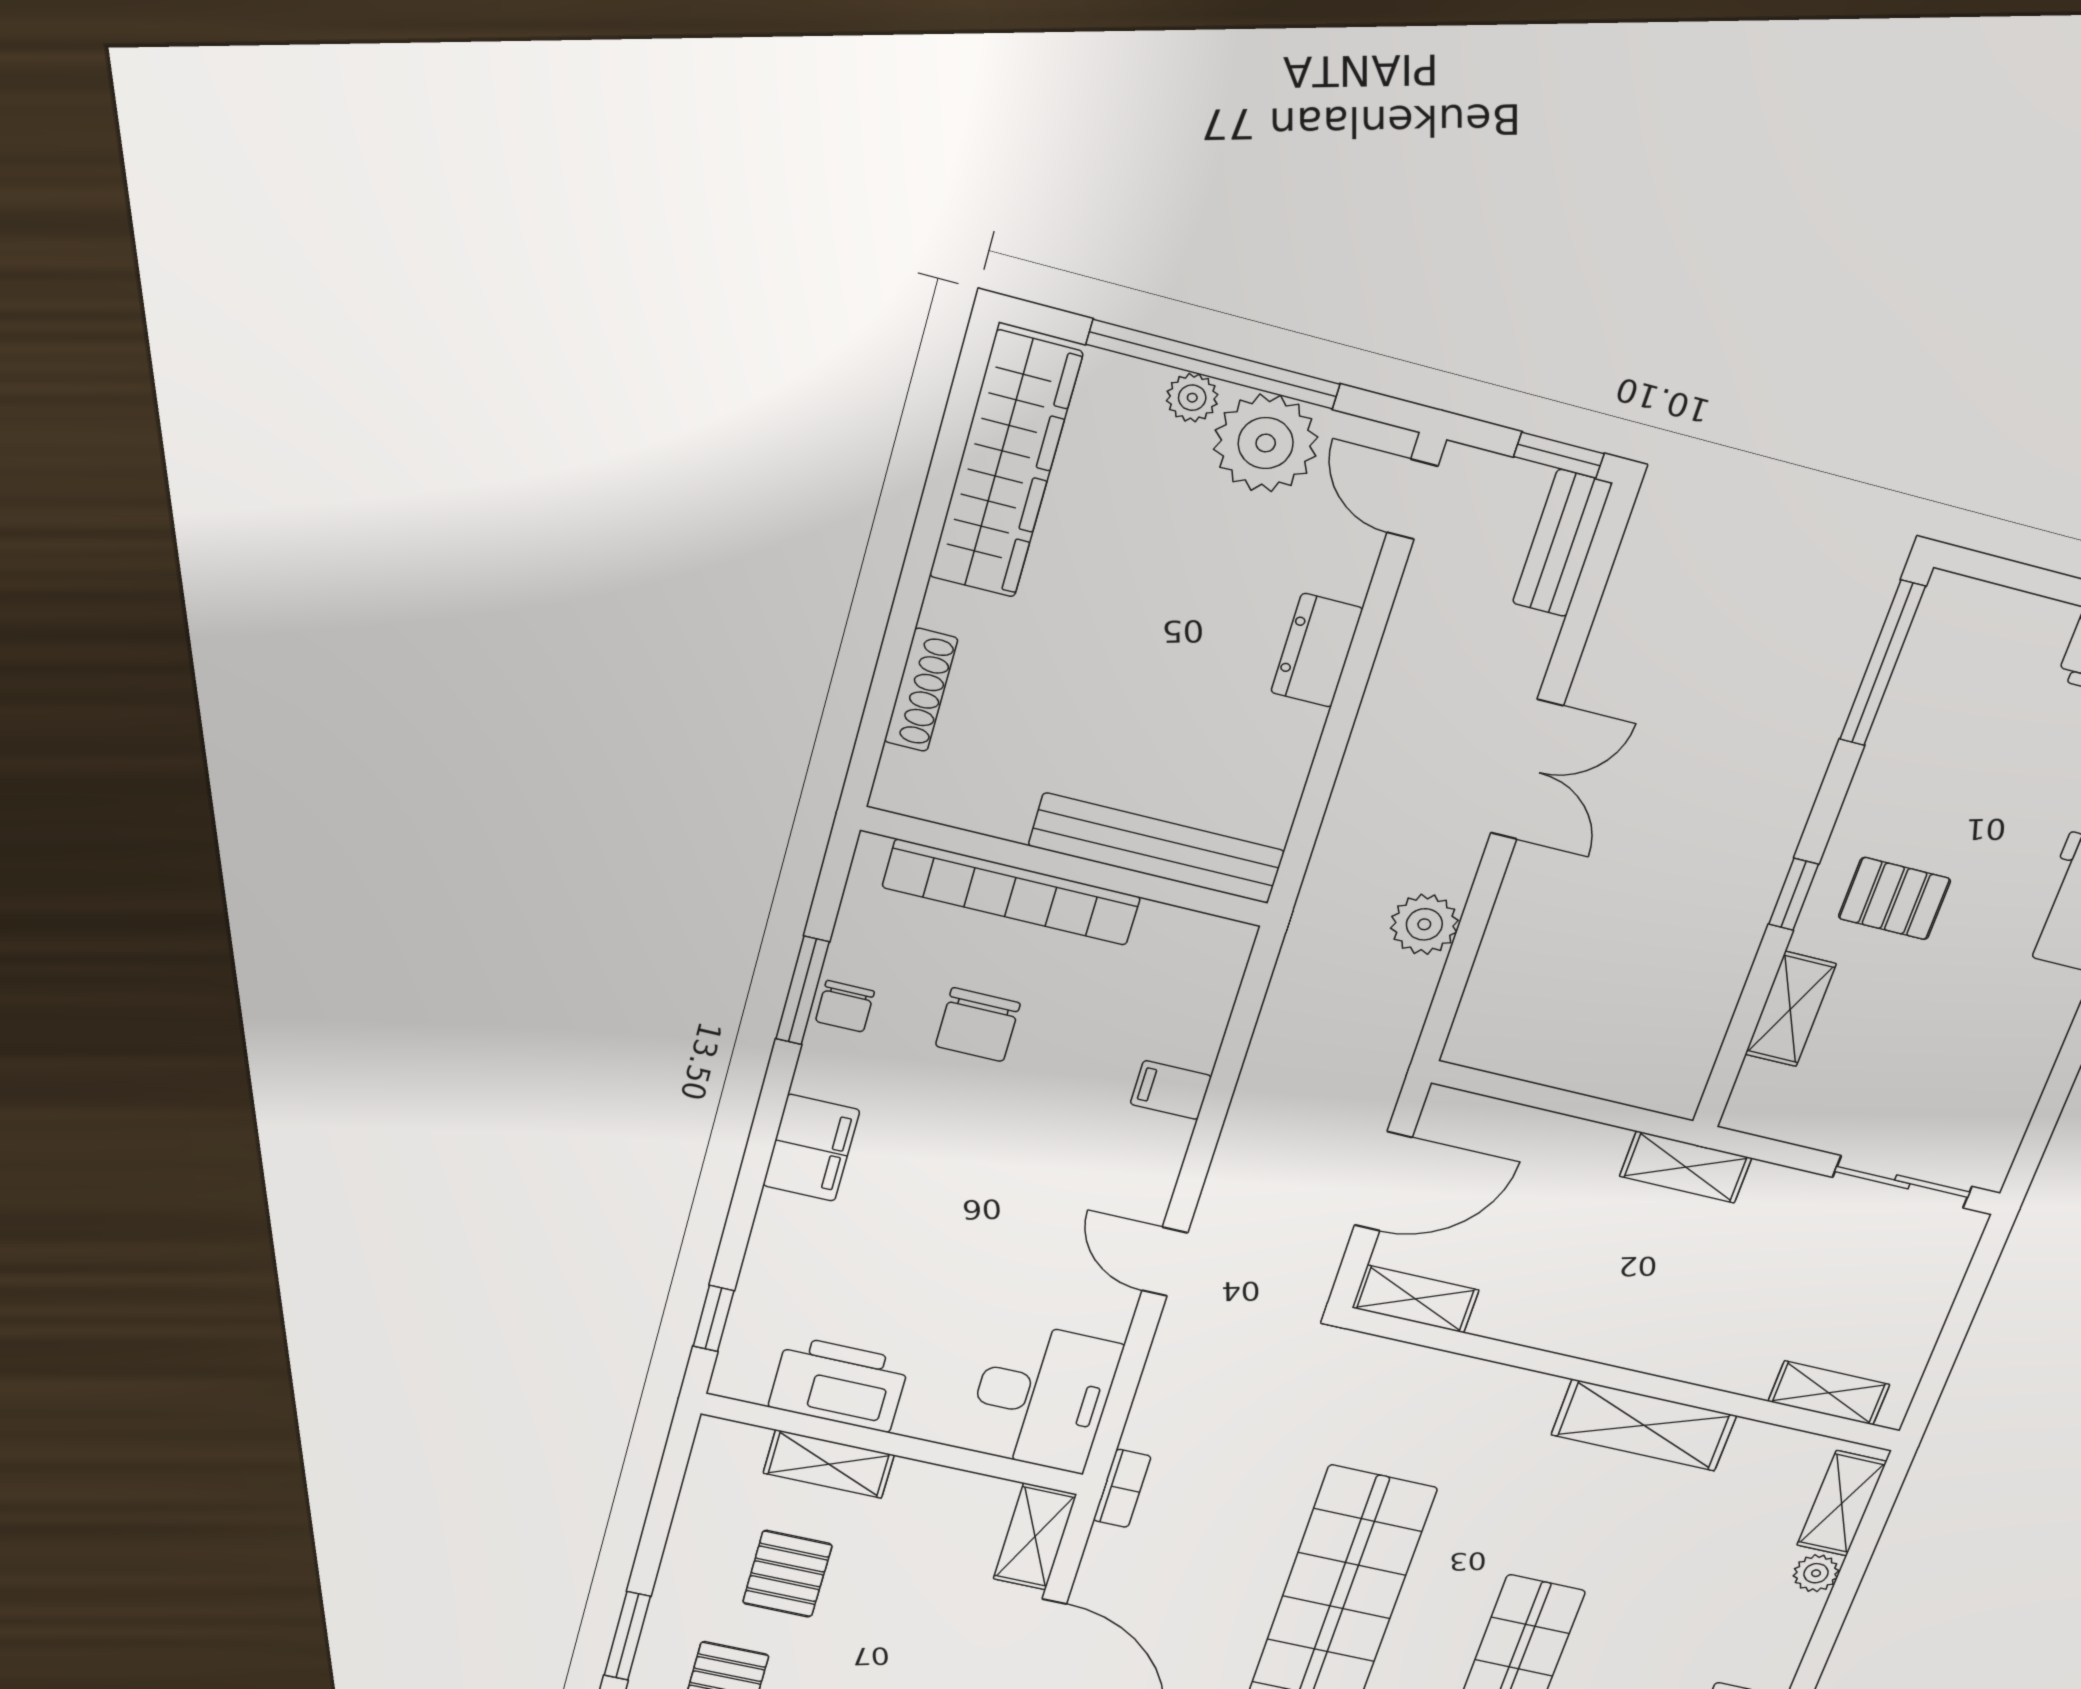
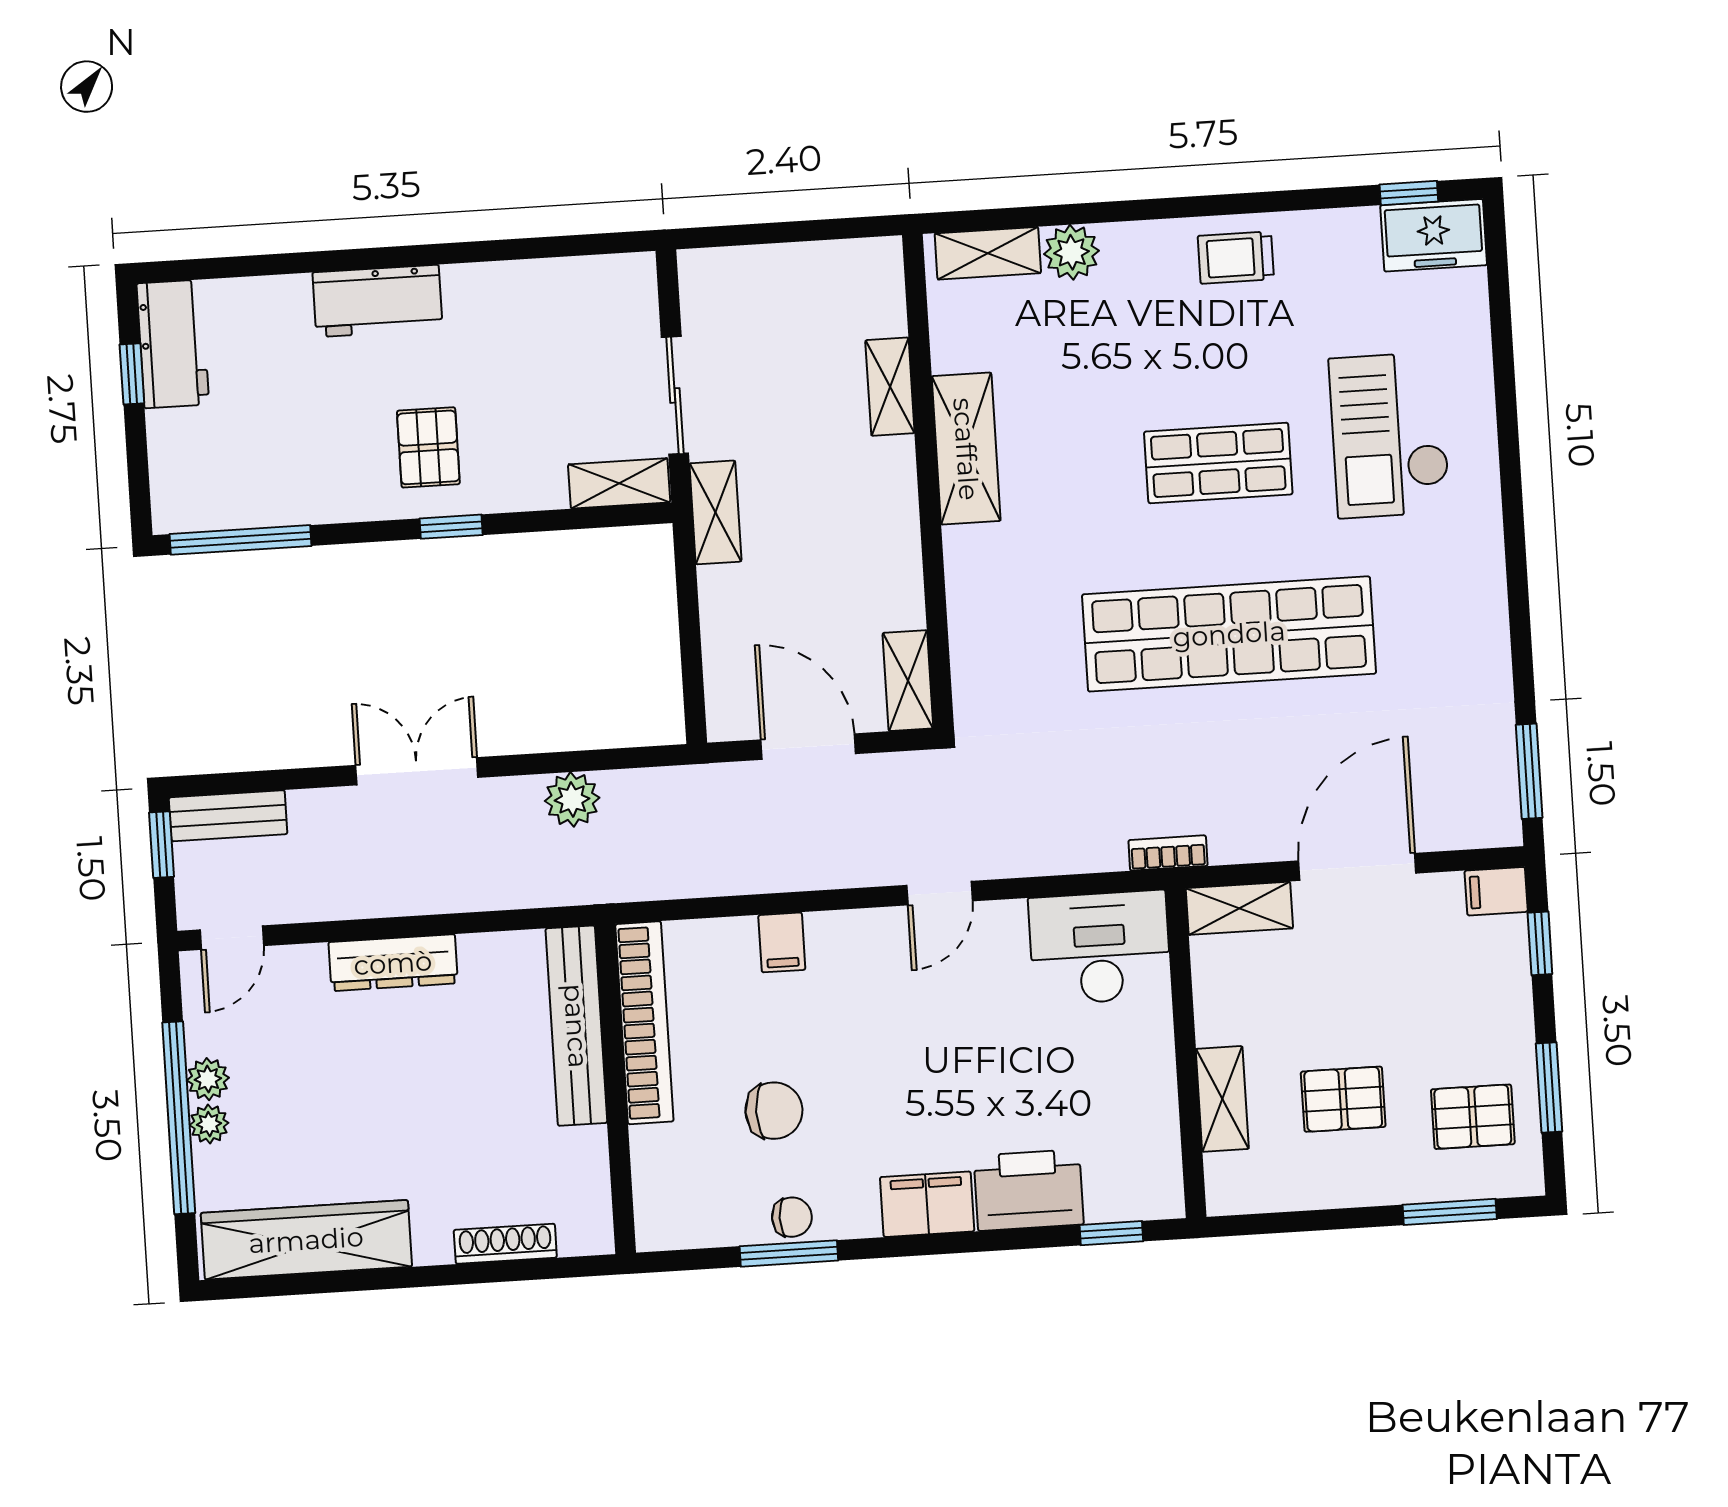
plant: (1266, 443) -> (208, 1079), width x0.53, depth x0.53
dresser: (1317, 650) -> (393, 963), width x1.44
bookcase: (1011, 892) -> (644, 1023), moved
shelving: (1790, 1009) -> (619, 483), moved
sliding door: (1902, 1182) -> (675, 395), moved
printer: (839, 1384) -> (1029, 1190), moved, turned 90
shelving: (1829, 1393) -> (890, 387), moved
plant: (1816, 1573) -> (1072, 252), width x1.38, depth x1.38

